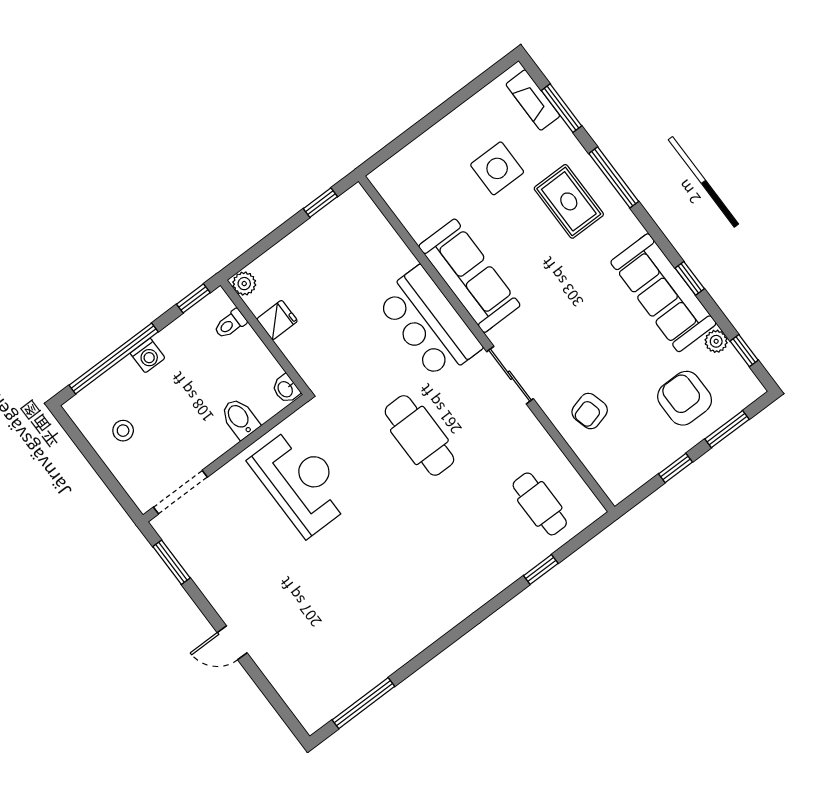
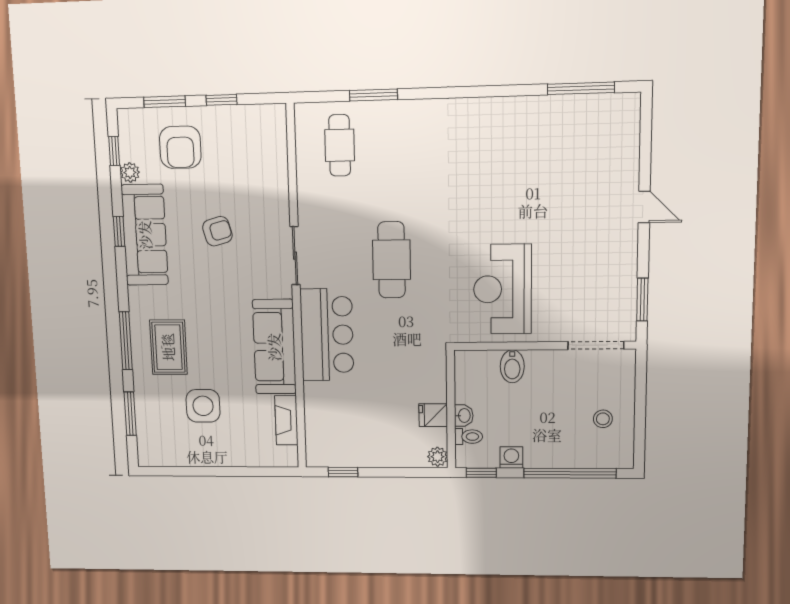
fireplace: (533, 100) -> (286, 420), moved, turned 180
washing machine: (148, 356) -> (511, 457), moved
washbasin: (286, 389) -> (464, 416), moved
armchair: (590, 411) -> (217, 231), moved
window: (541, 569) -> (374, 95), width x1.50

